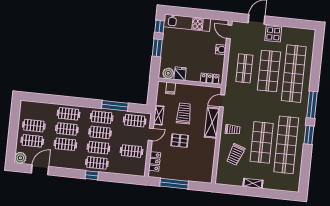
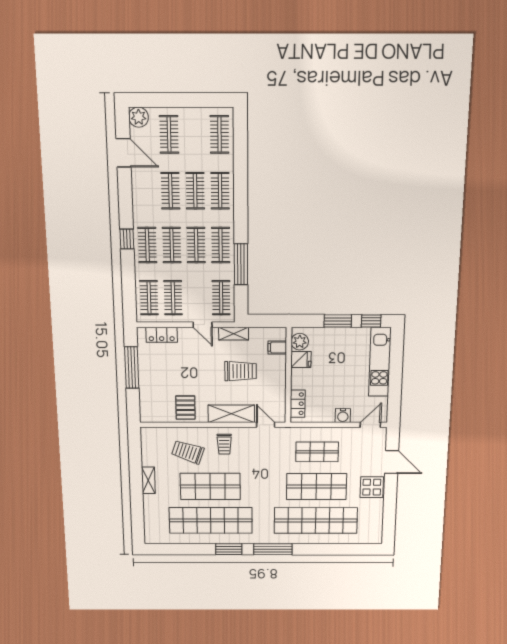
clothes rail: (34, 126) -> (219, 135), moved
pallet: (180, 141) -> (185, 408), moved
clothes rail: (130, 166) -> (149, 298), added

